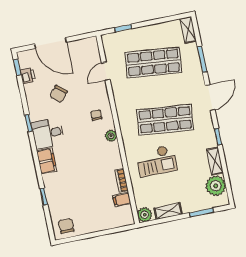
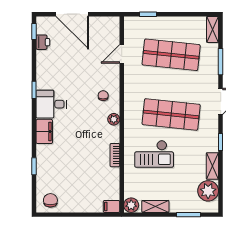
chair: (59, 94) -> (70, 67), removed
bookcase: (121, 181) -> (115, 155), moved
filing cabinet: (122, 200) -> (111, 206), moved

